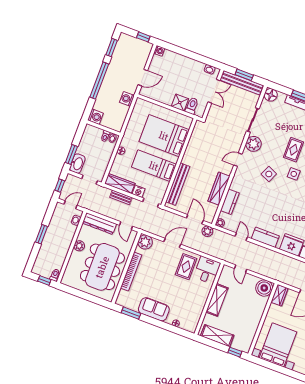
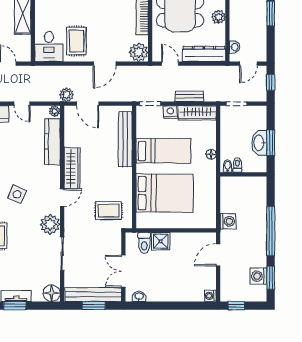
washing machine: (95, 117) -> (259, 276), moved
rug: (208, 138) -> (109, 210), added
window: (71, 155) -> (271, 143), moved
washbasin: (77, 164) -> (259, 143), moved
wardrobe: (219, 189) -> (72, 168), moved
kitchen counter: (230, 202) -> (52, 142), width x1.50

